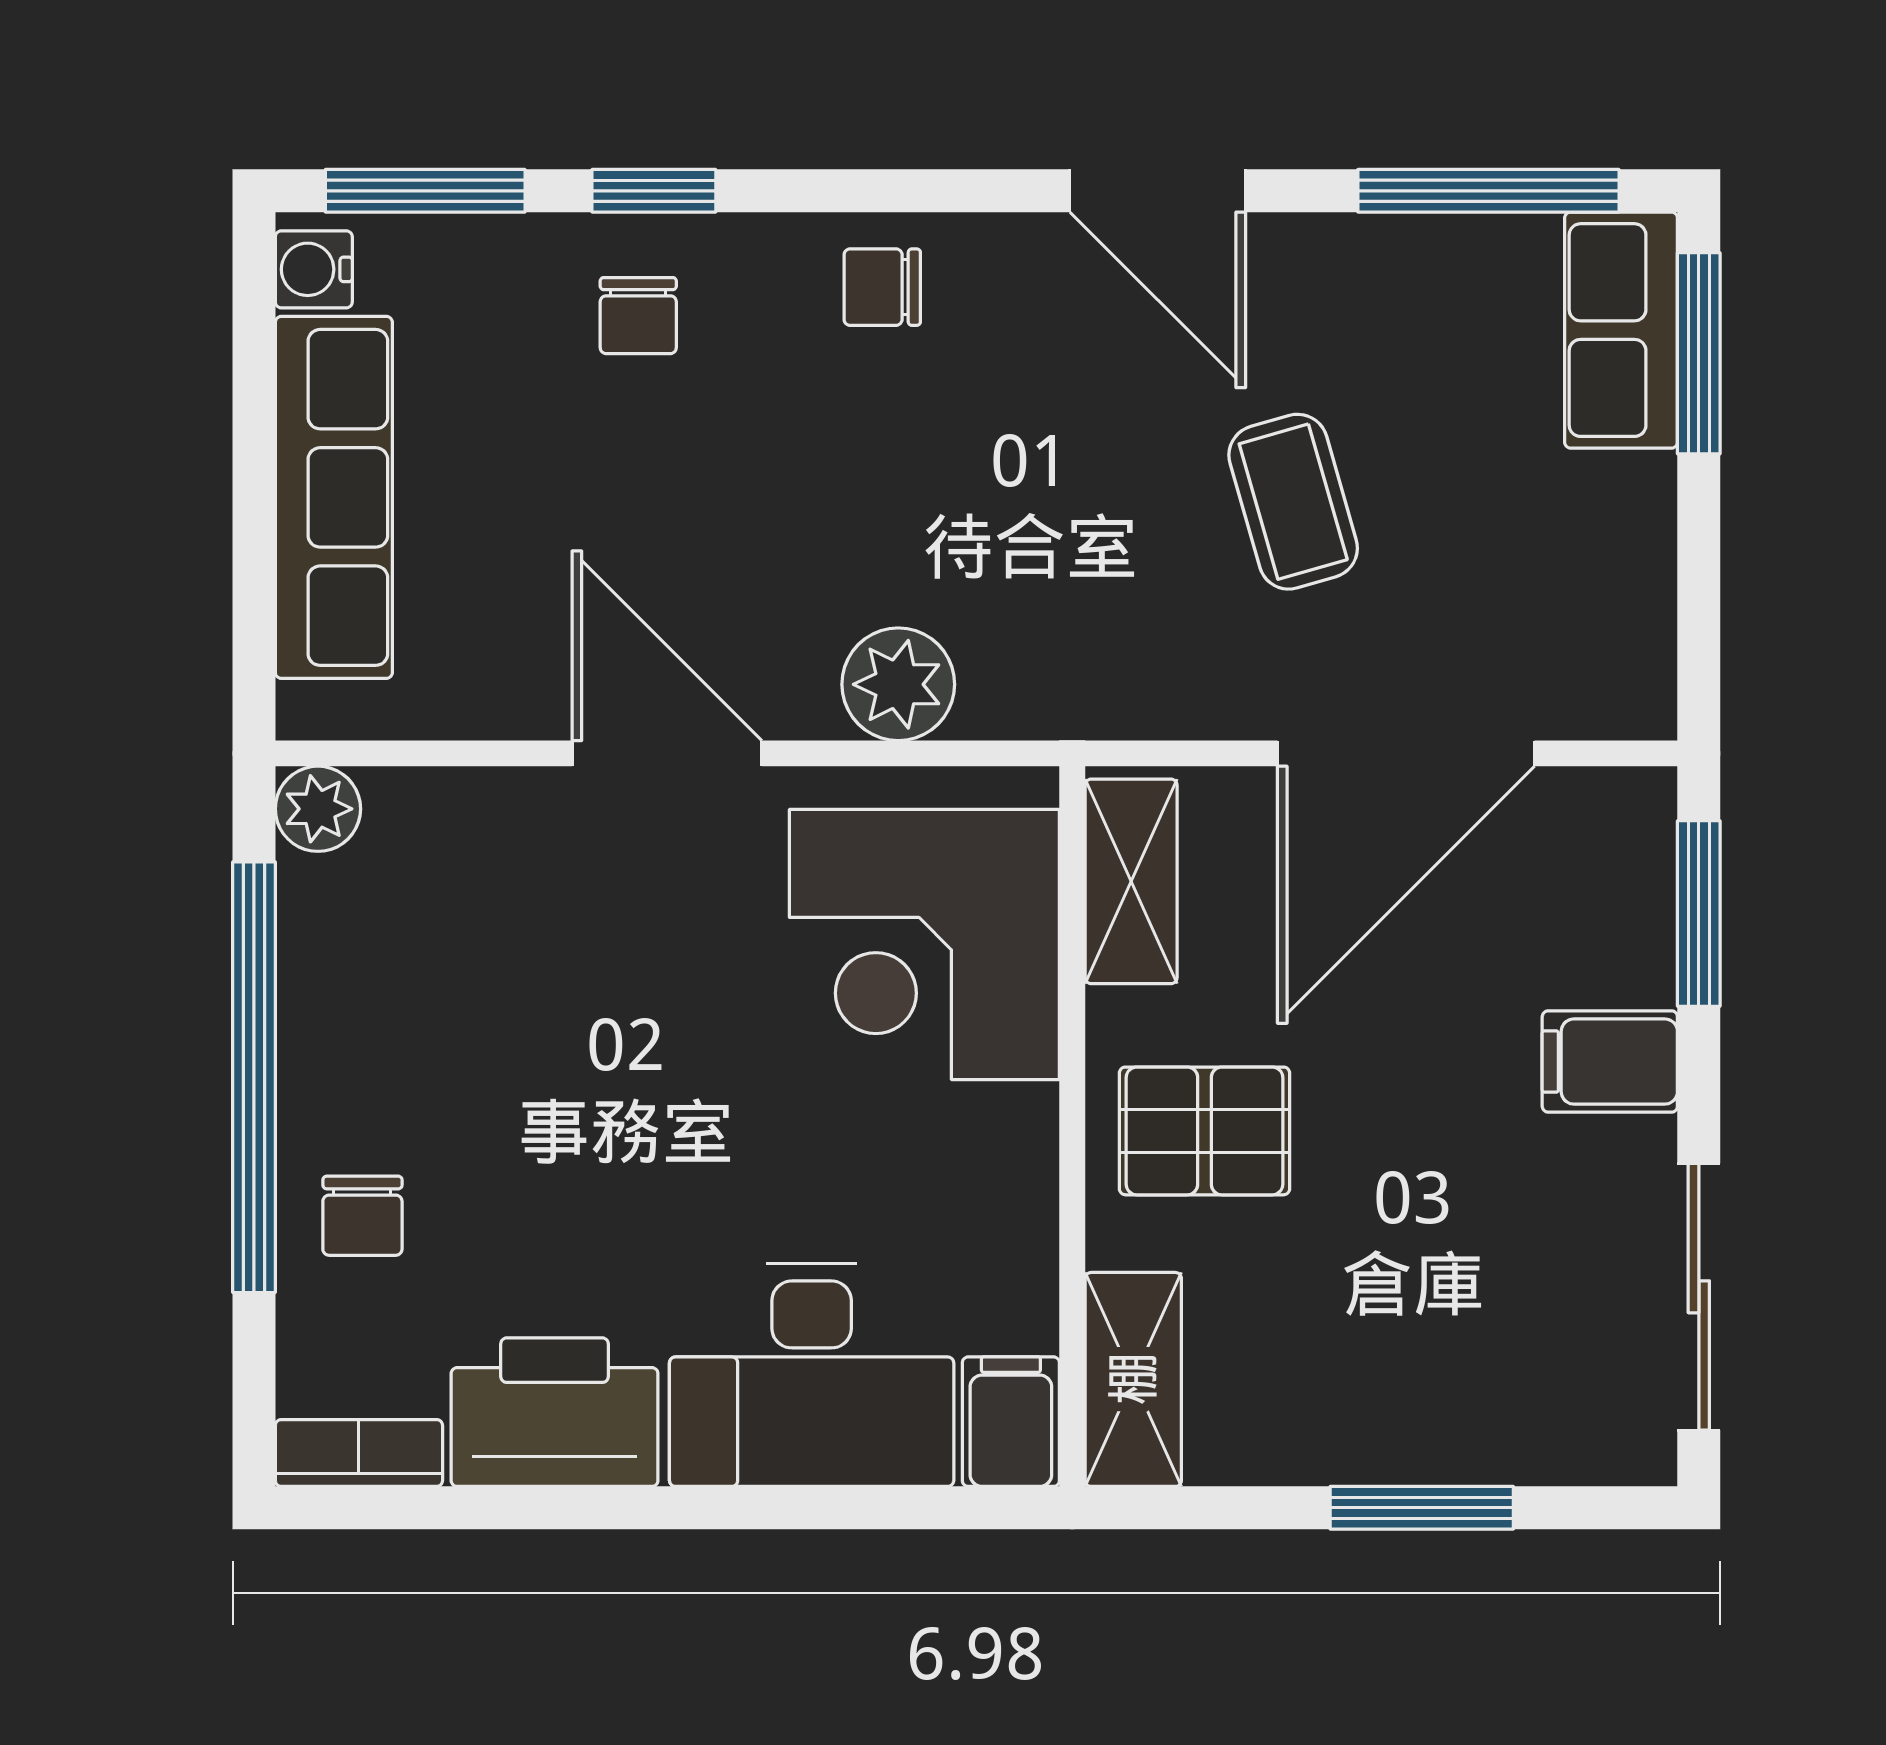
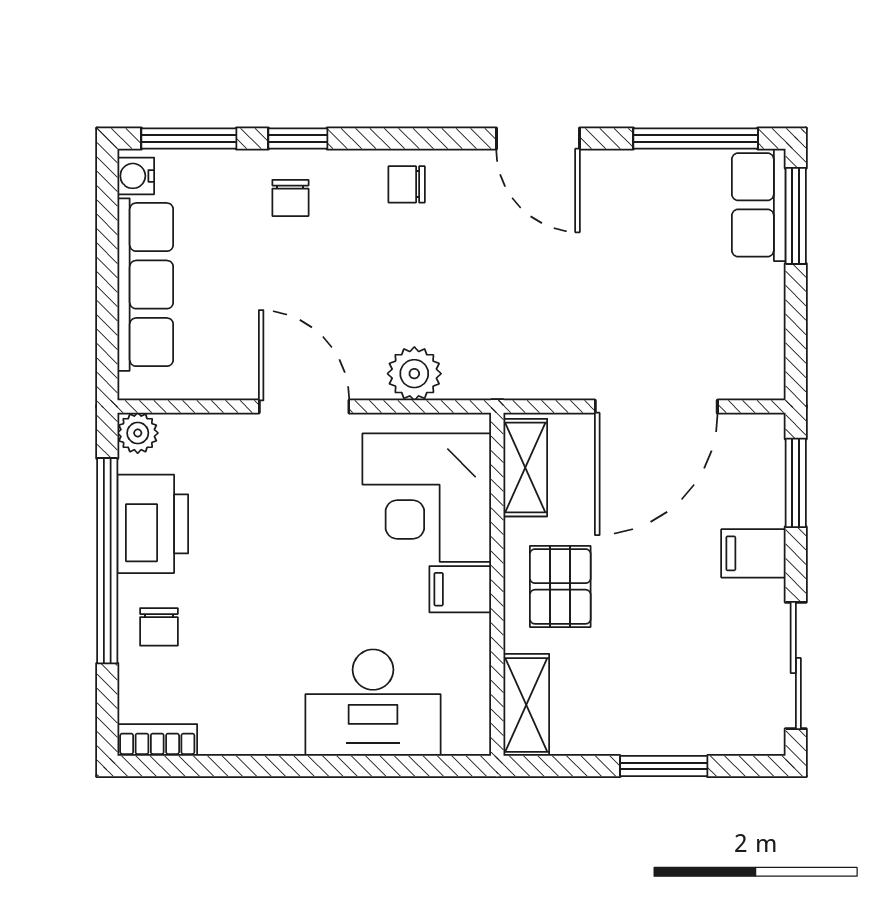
coffee table: (1293, 502) -> (602, 287), removed
pallet: (1205, 1131) -> (560, 586), turned 90
printer: (555, 1412) -> (153, 524), moved, turned 90
filing cabinet: (1011, 1422) -> (460, 589), moved, turned -90

